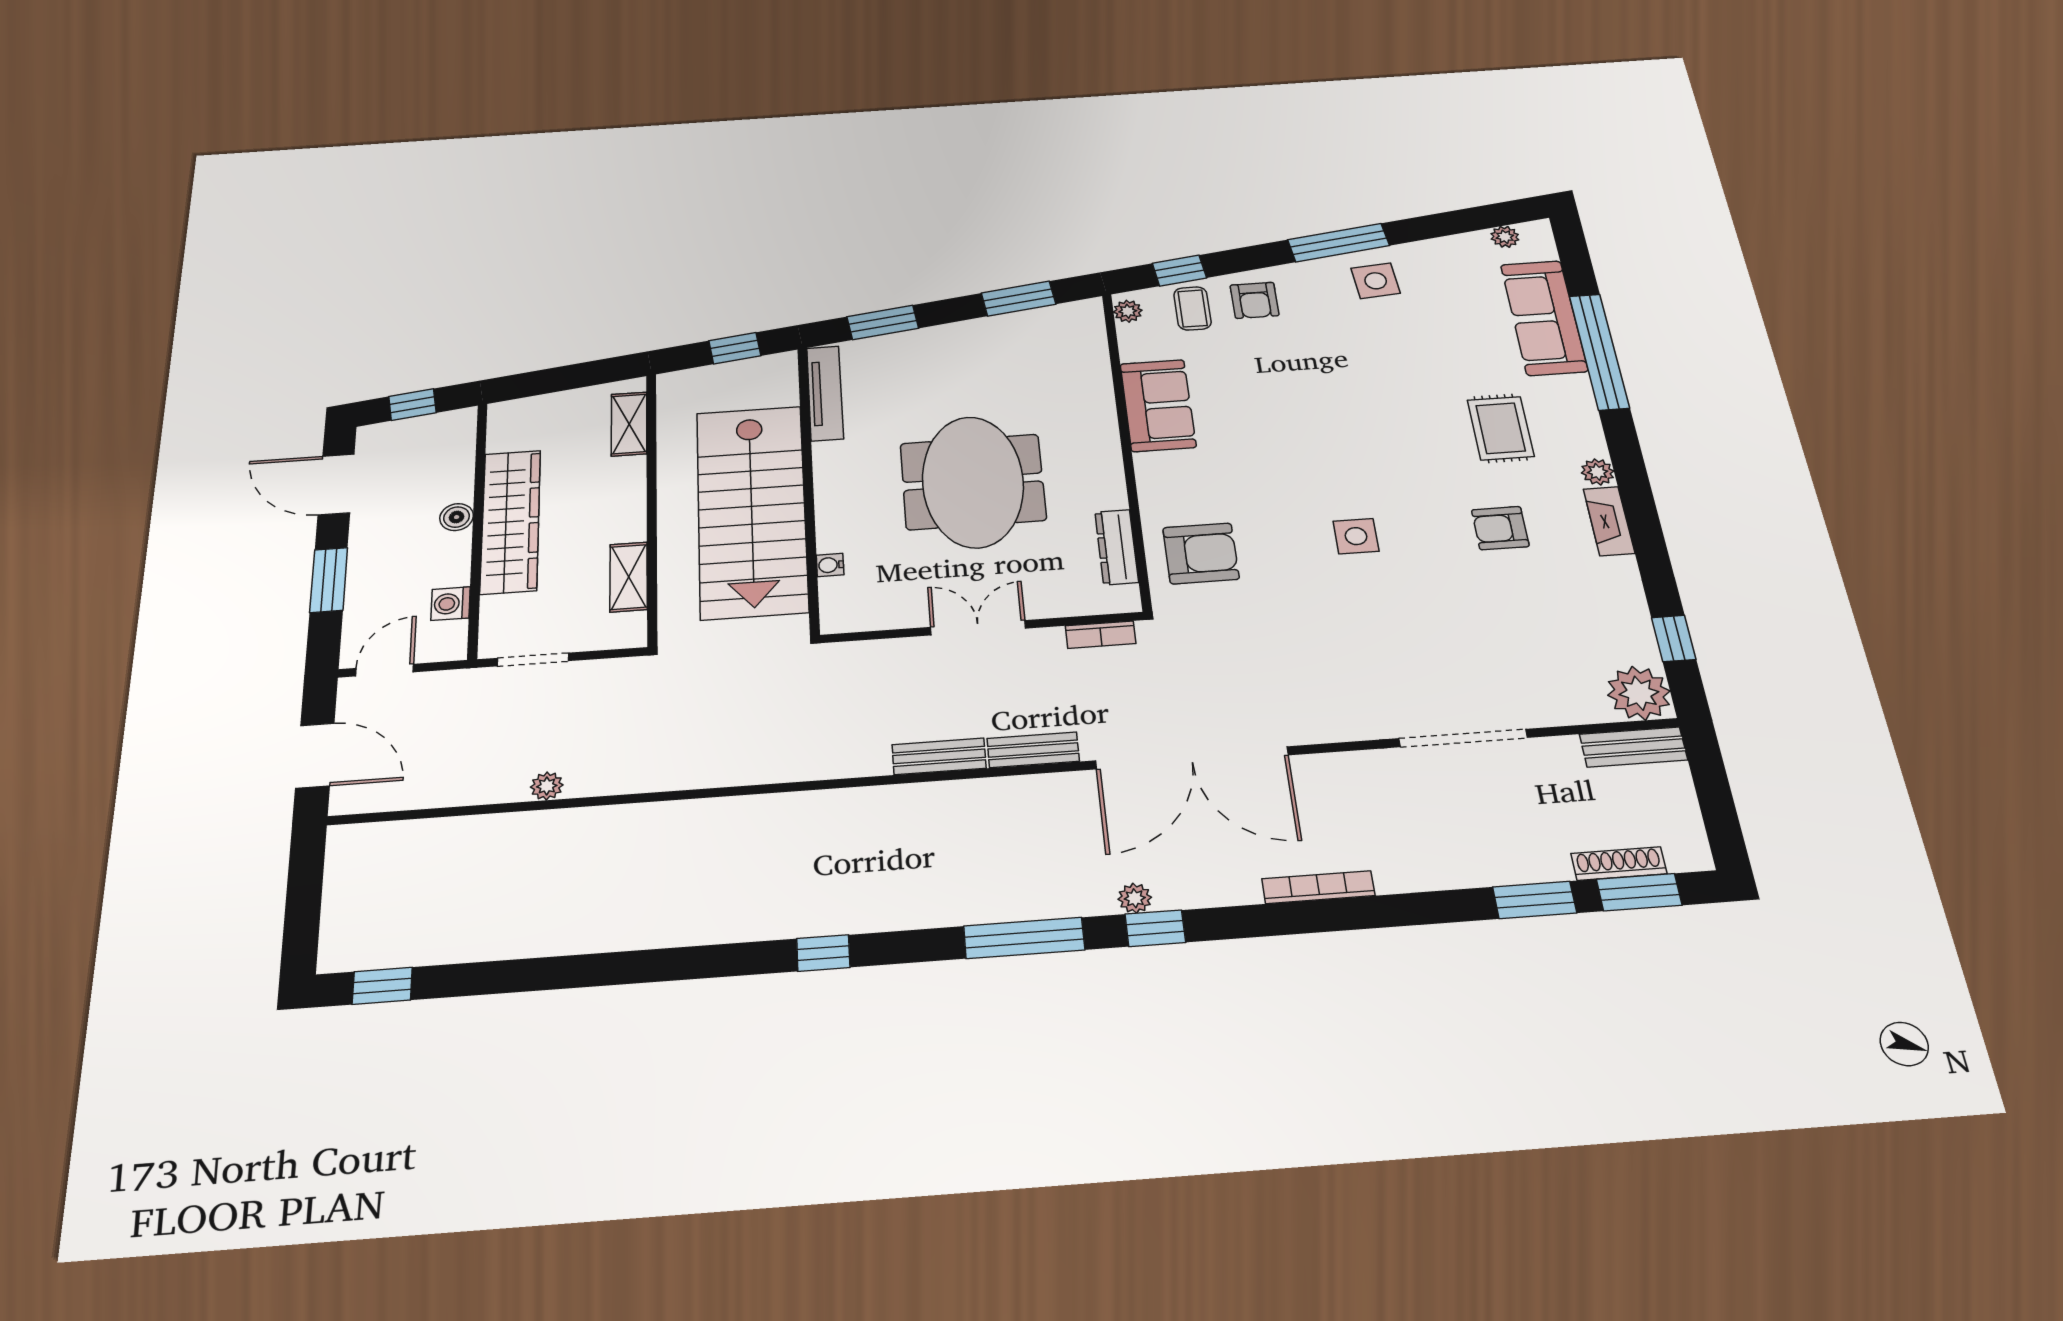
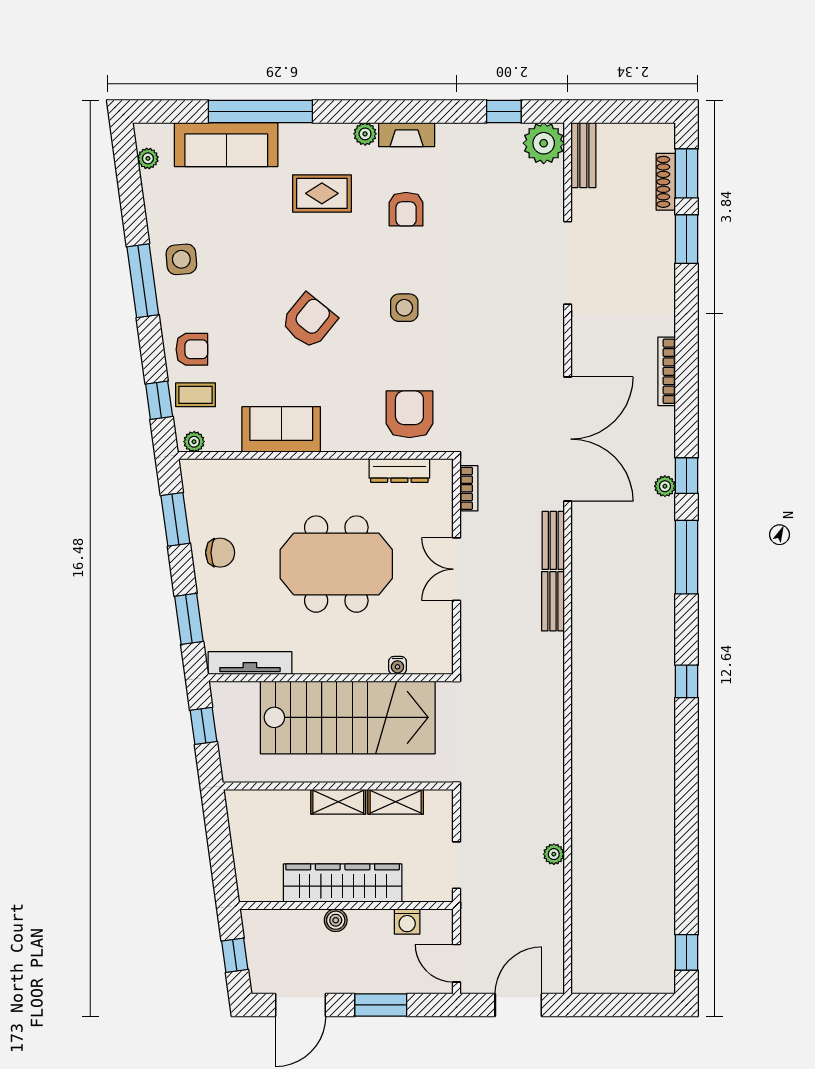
chair: (977, 350) -> (220, 553), added
shelving: (629, 424) -> (338, 802), moved
armchair: (1317, 426) -> (309, 321), added

